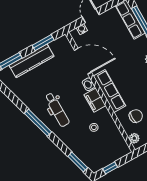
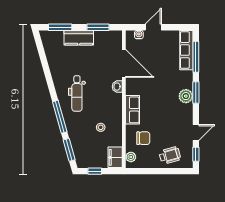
kitchen counter: (32, 61) -> (79, 38), width x0.67
row of seats: (110, 91) -> (133, 110), width x0.68
filing cabinet: (95, 100) -> (115, 157), moved
window: (38, 123) -> (60, 117), moved

